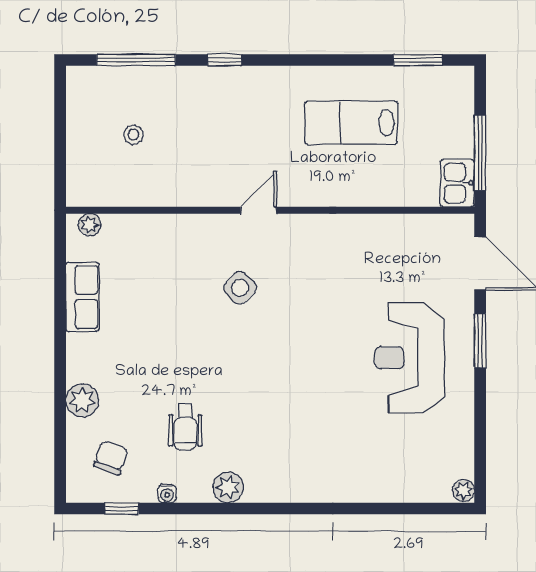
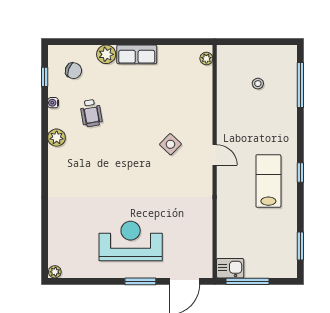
window: (225, 60) -> (300, 173), moved
lab bench: (351, 123) -> (268, 181), moved
row of seats: (82, 297) -> (137, 54), moved
wheelchair: (185, 427) -> (91, 113), turned -100

